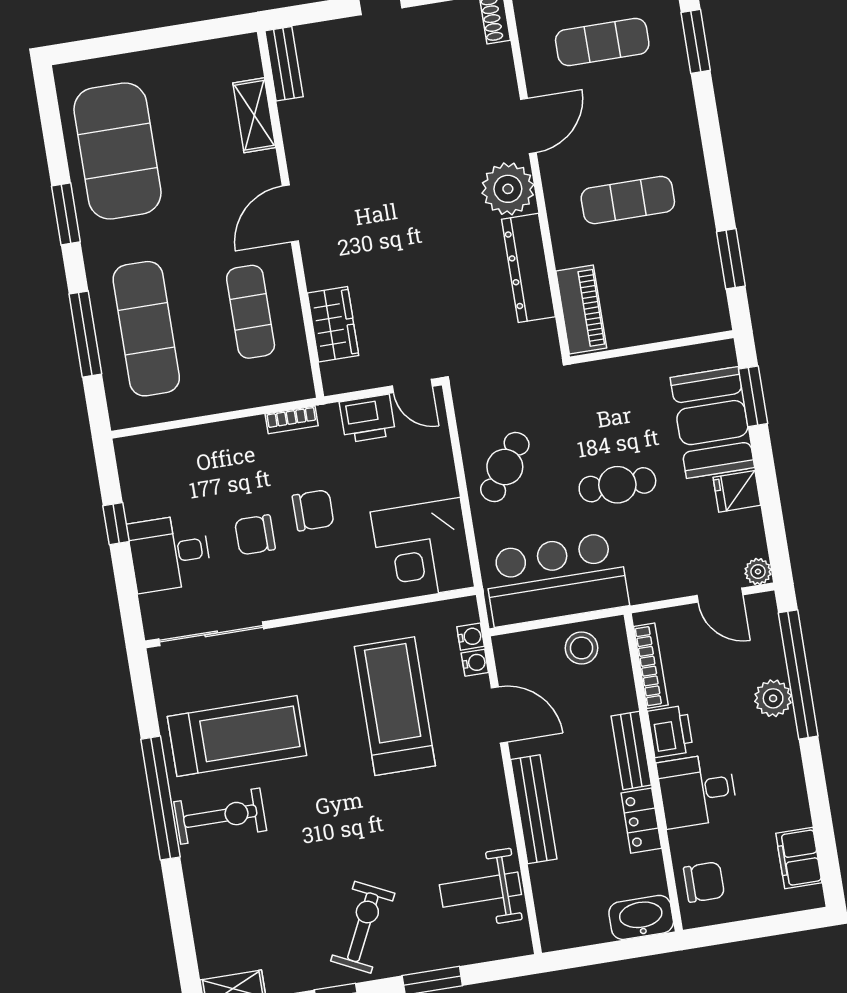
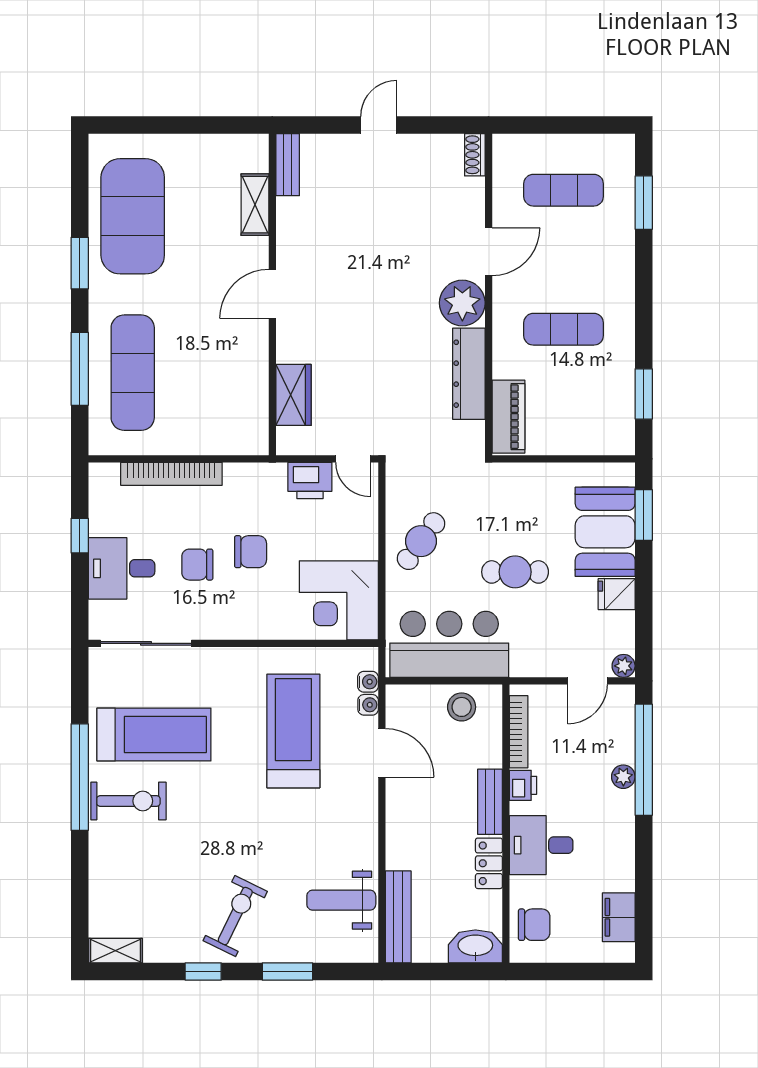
exercise mat: (251, 312) -> (224, 373), removed
bookcase: (292, 420) -> (171, 474), moved, width x2.31, depth x1.31
door: (720, 595) -> (588, 681), hinge flipped
plant: (773, 698) -> (623, 777), width x0.73, depth x0.73
printer: (670, 731) -> (523, 785), width x0.73, depth x0.81
bench: (534, 809) -> (398, 917), moved

